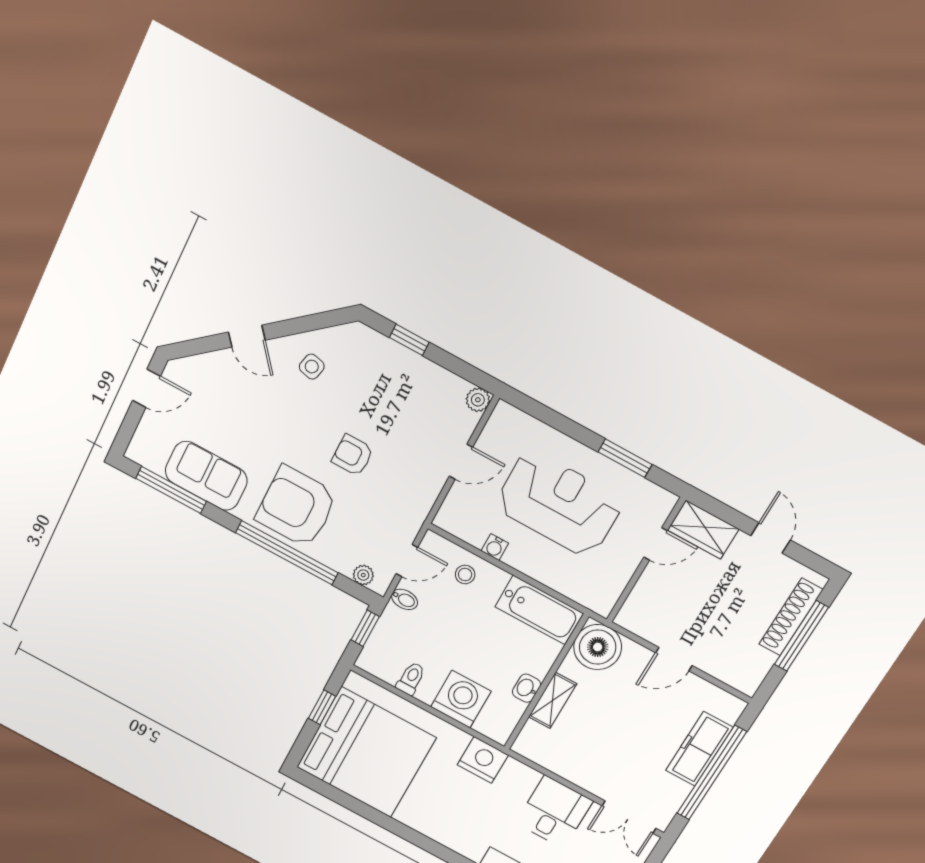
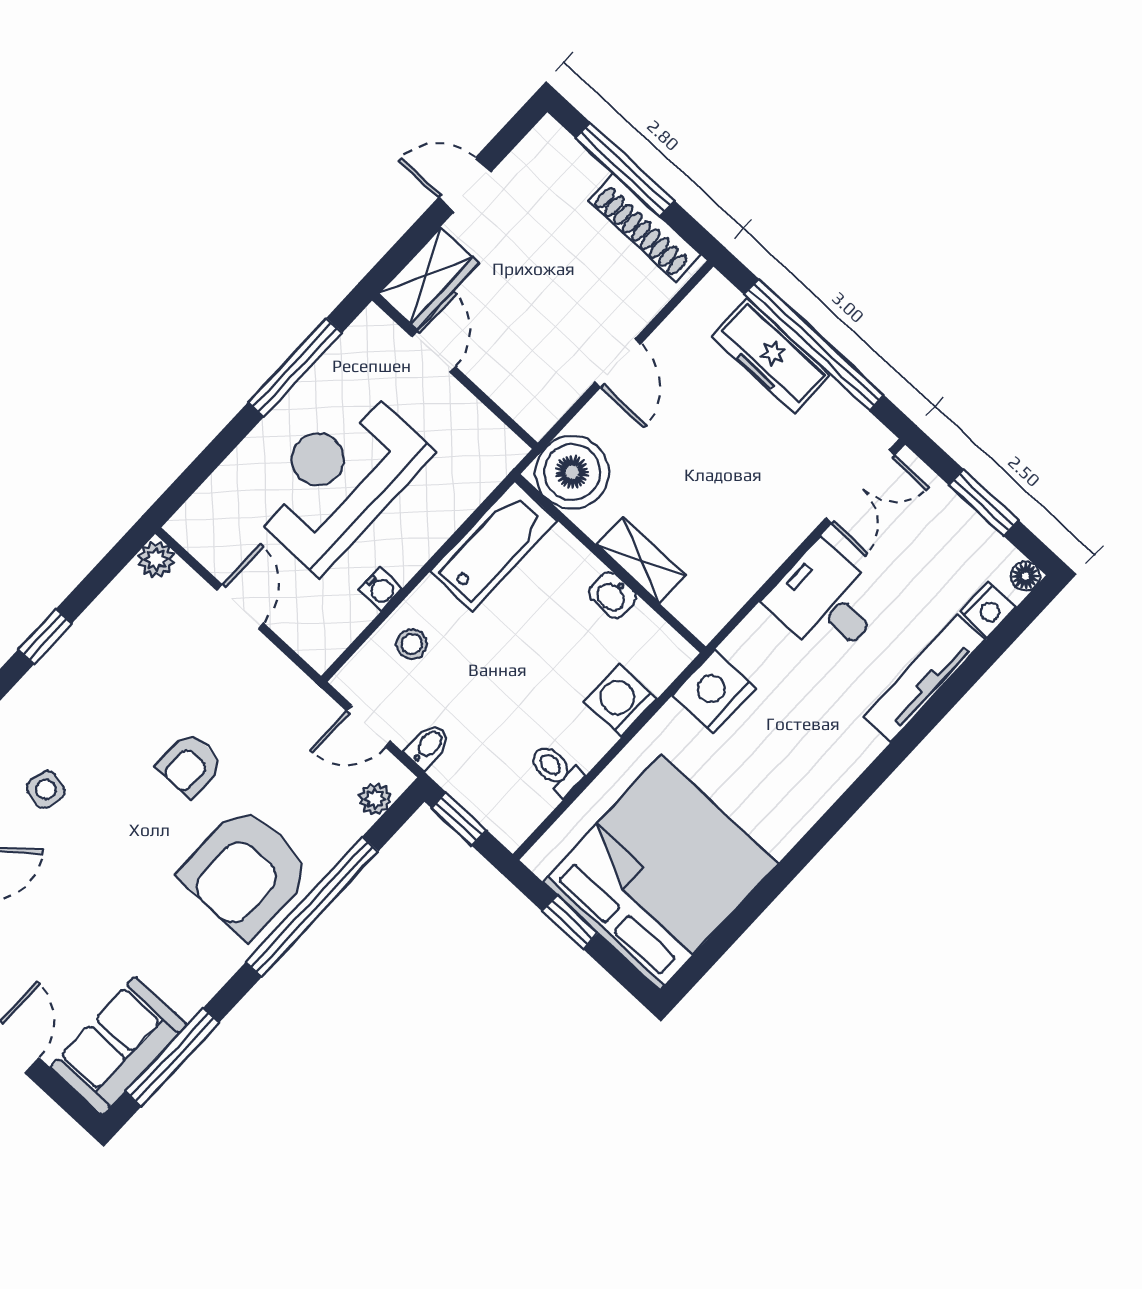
window: (625, 458) -> (295, 367), width x1.44
sofa: (206, 476) -> (119, 1046), moved
door: (407, 561) -> (369, 726), swing flipped
shoe rack: (791, 617) -> (644, 228), moved
washing machine: (461, 699) -> (620, 700), width x0.73, depth x0.73

